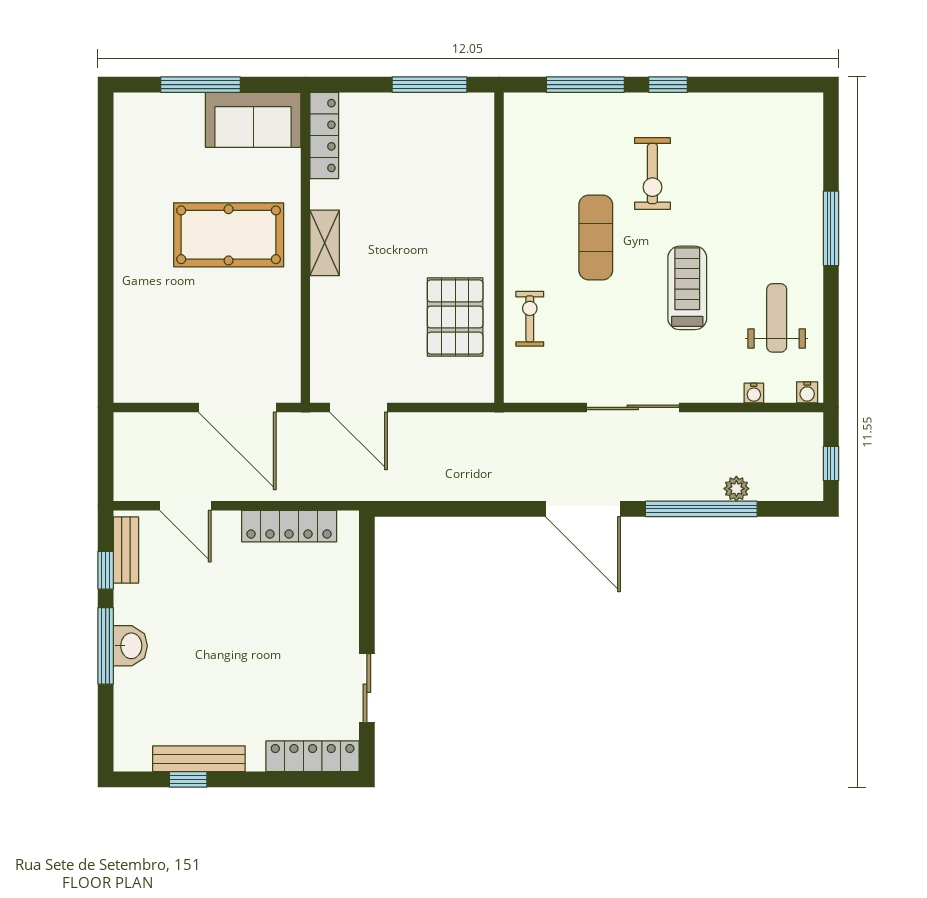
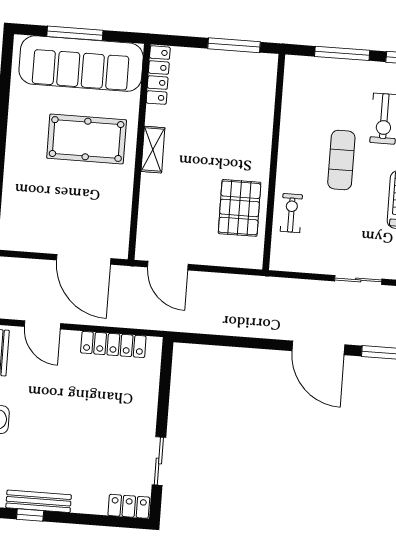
sofa: (253, 120) -> (81, 64), width x1.85, depth x1.27
sliding door: (633, 407) -> (358, 280), width x0.73
locker: (313, 756) -> (129, 506), width x0.66

